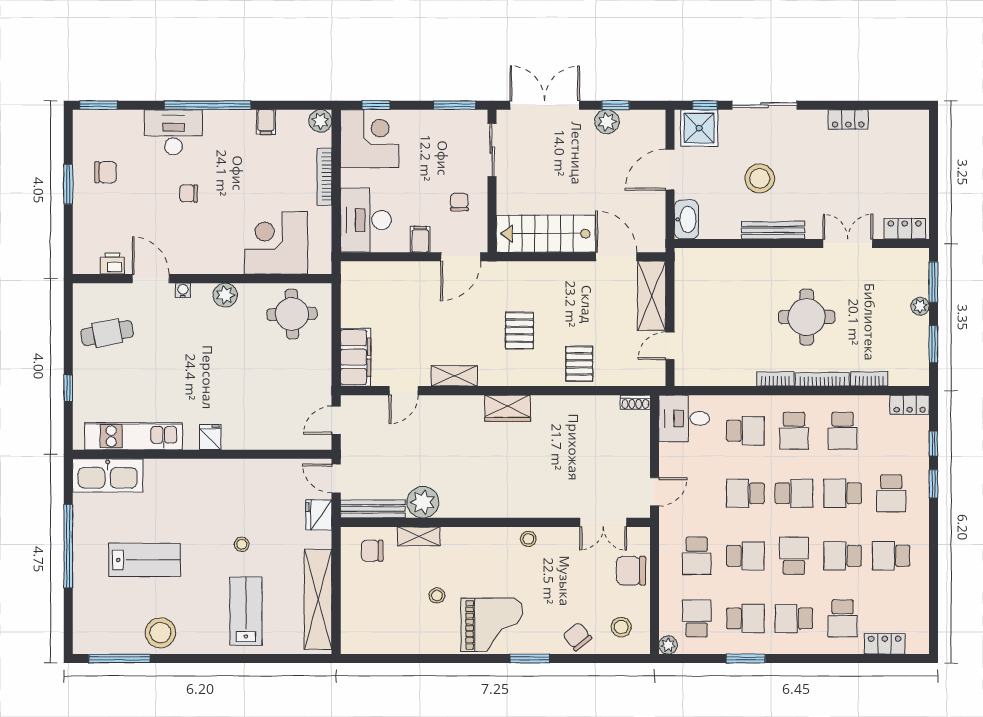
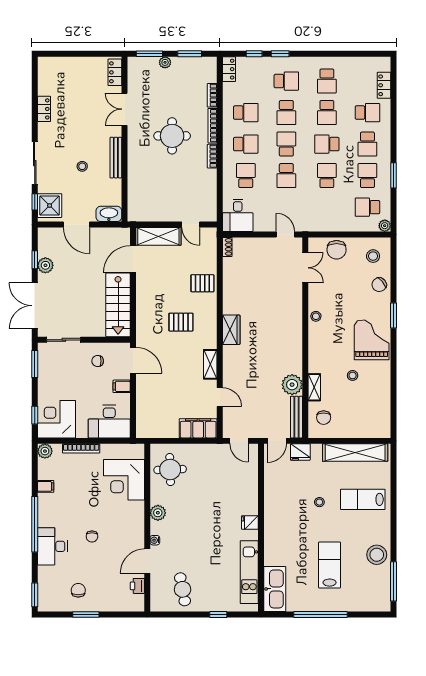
stool: (760, 178) -> (82, 166), width x0.53, depth x0.53
school desk: (697, 556) -> (327, 207), removed

